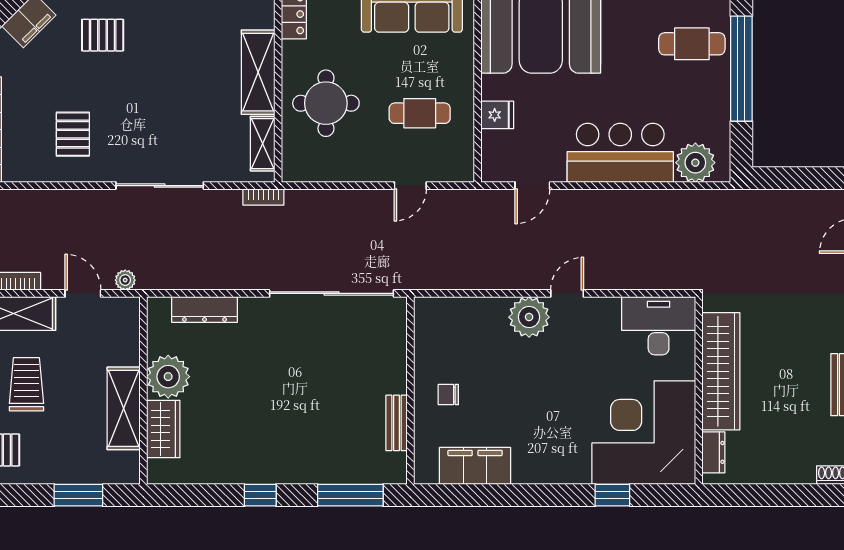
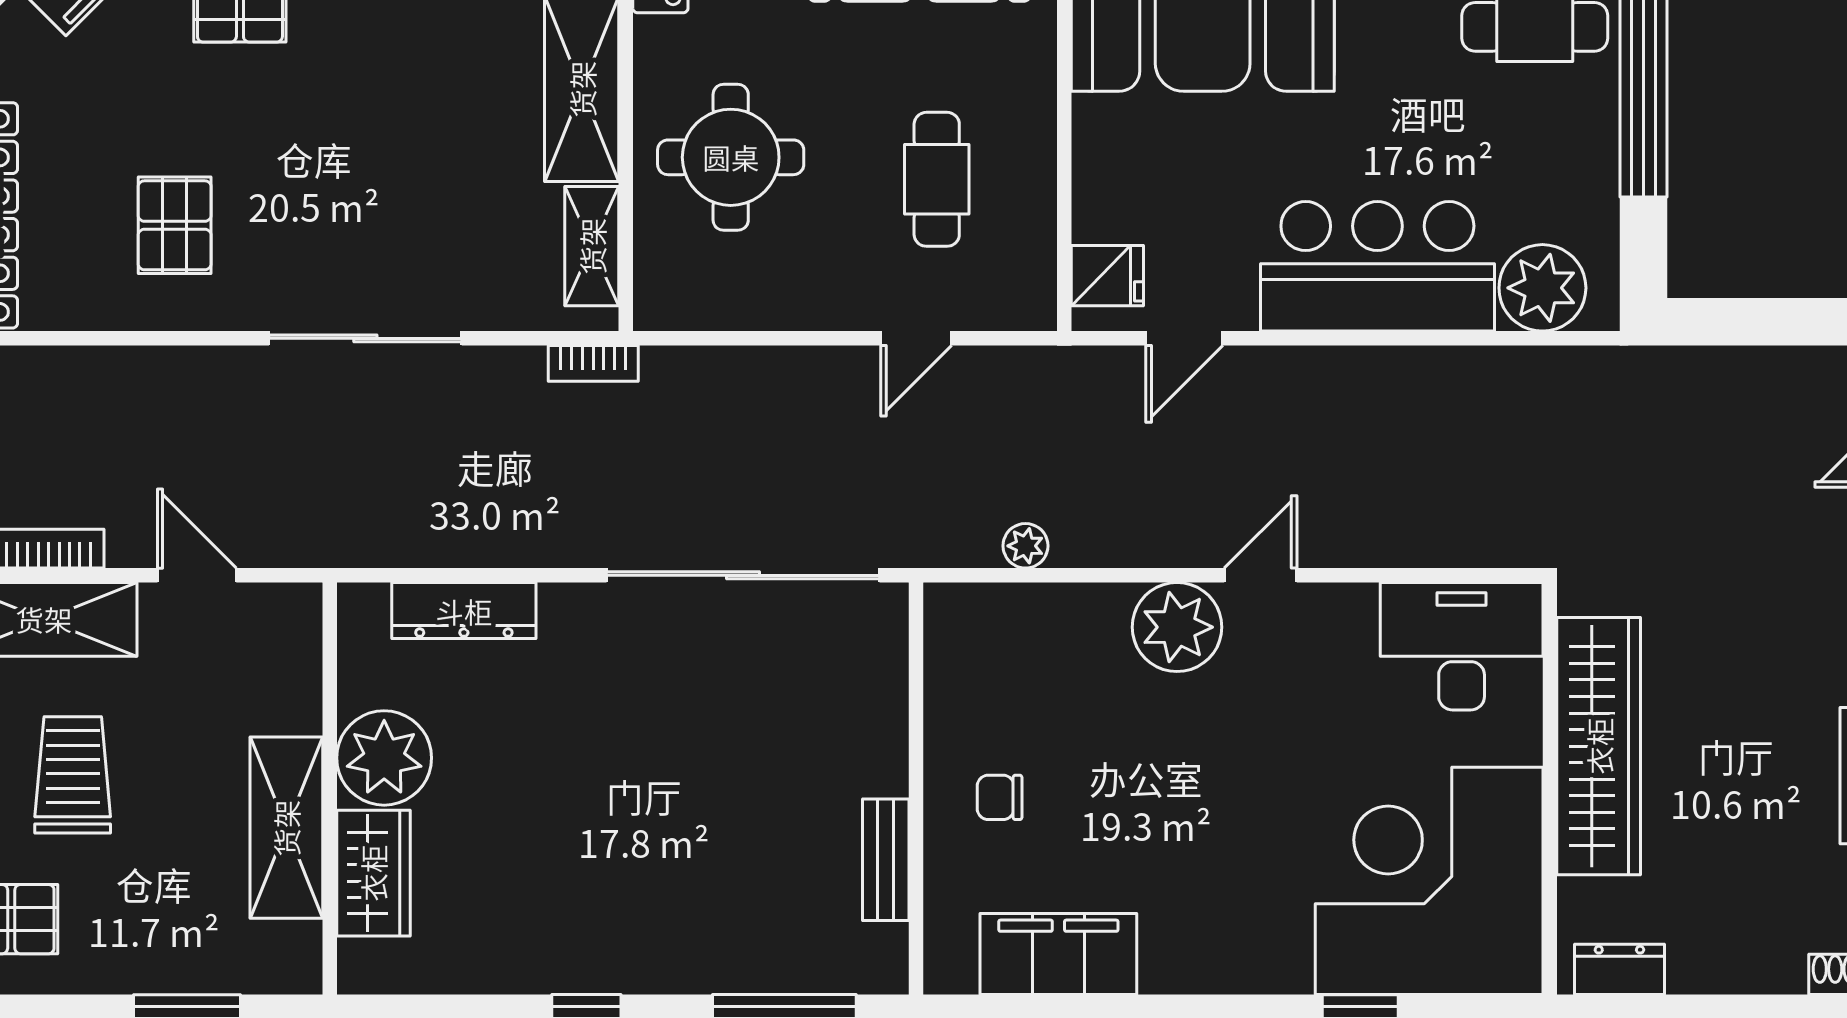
cafe table: (420, 113) -> (937, 179), turned 90
fridge: (497, 115) -> (1107, 276), moved
plant: (125, 280) -> (1025, 546), moved
dresser: (713, 452) -> (1619, 969), moved, turned -90

